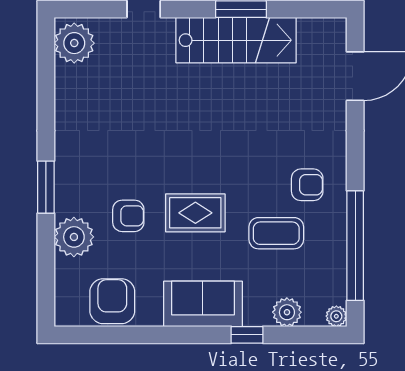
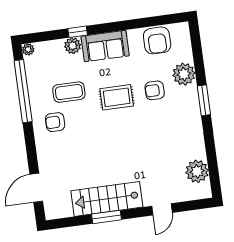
plant: (74, 43) -> (197, 171), moved
plant: (287, 312) -> (73, 46), moved

